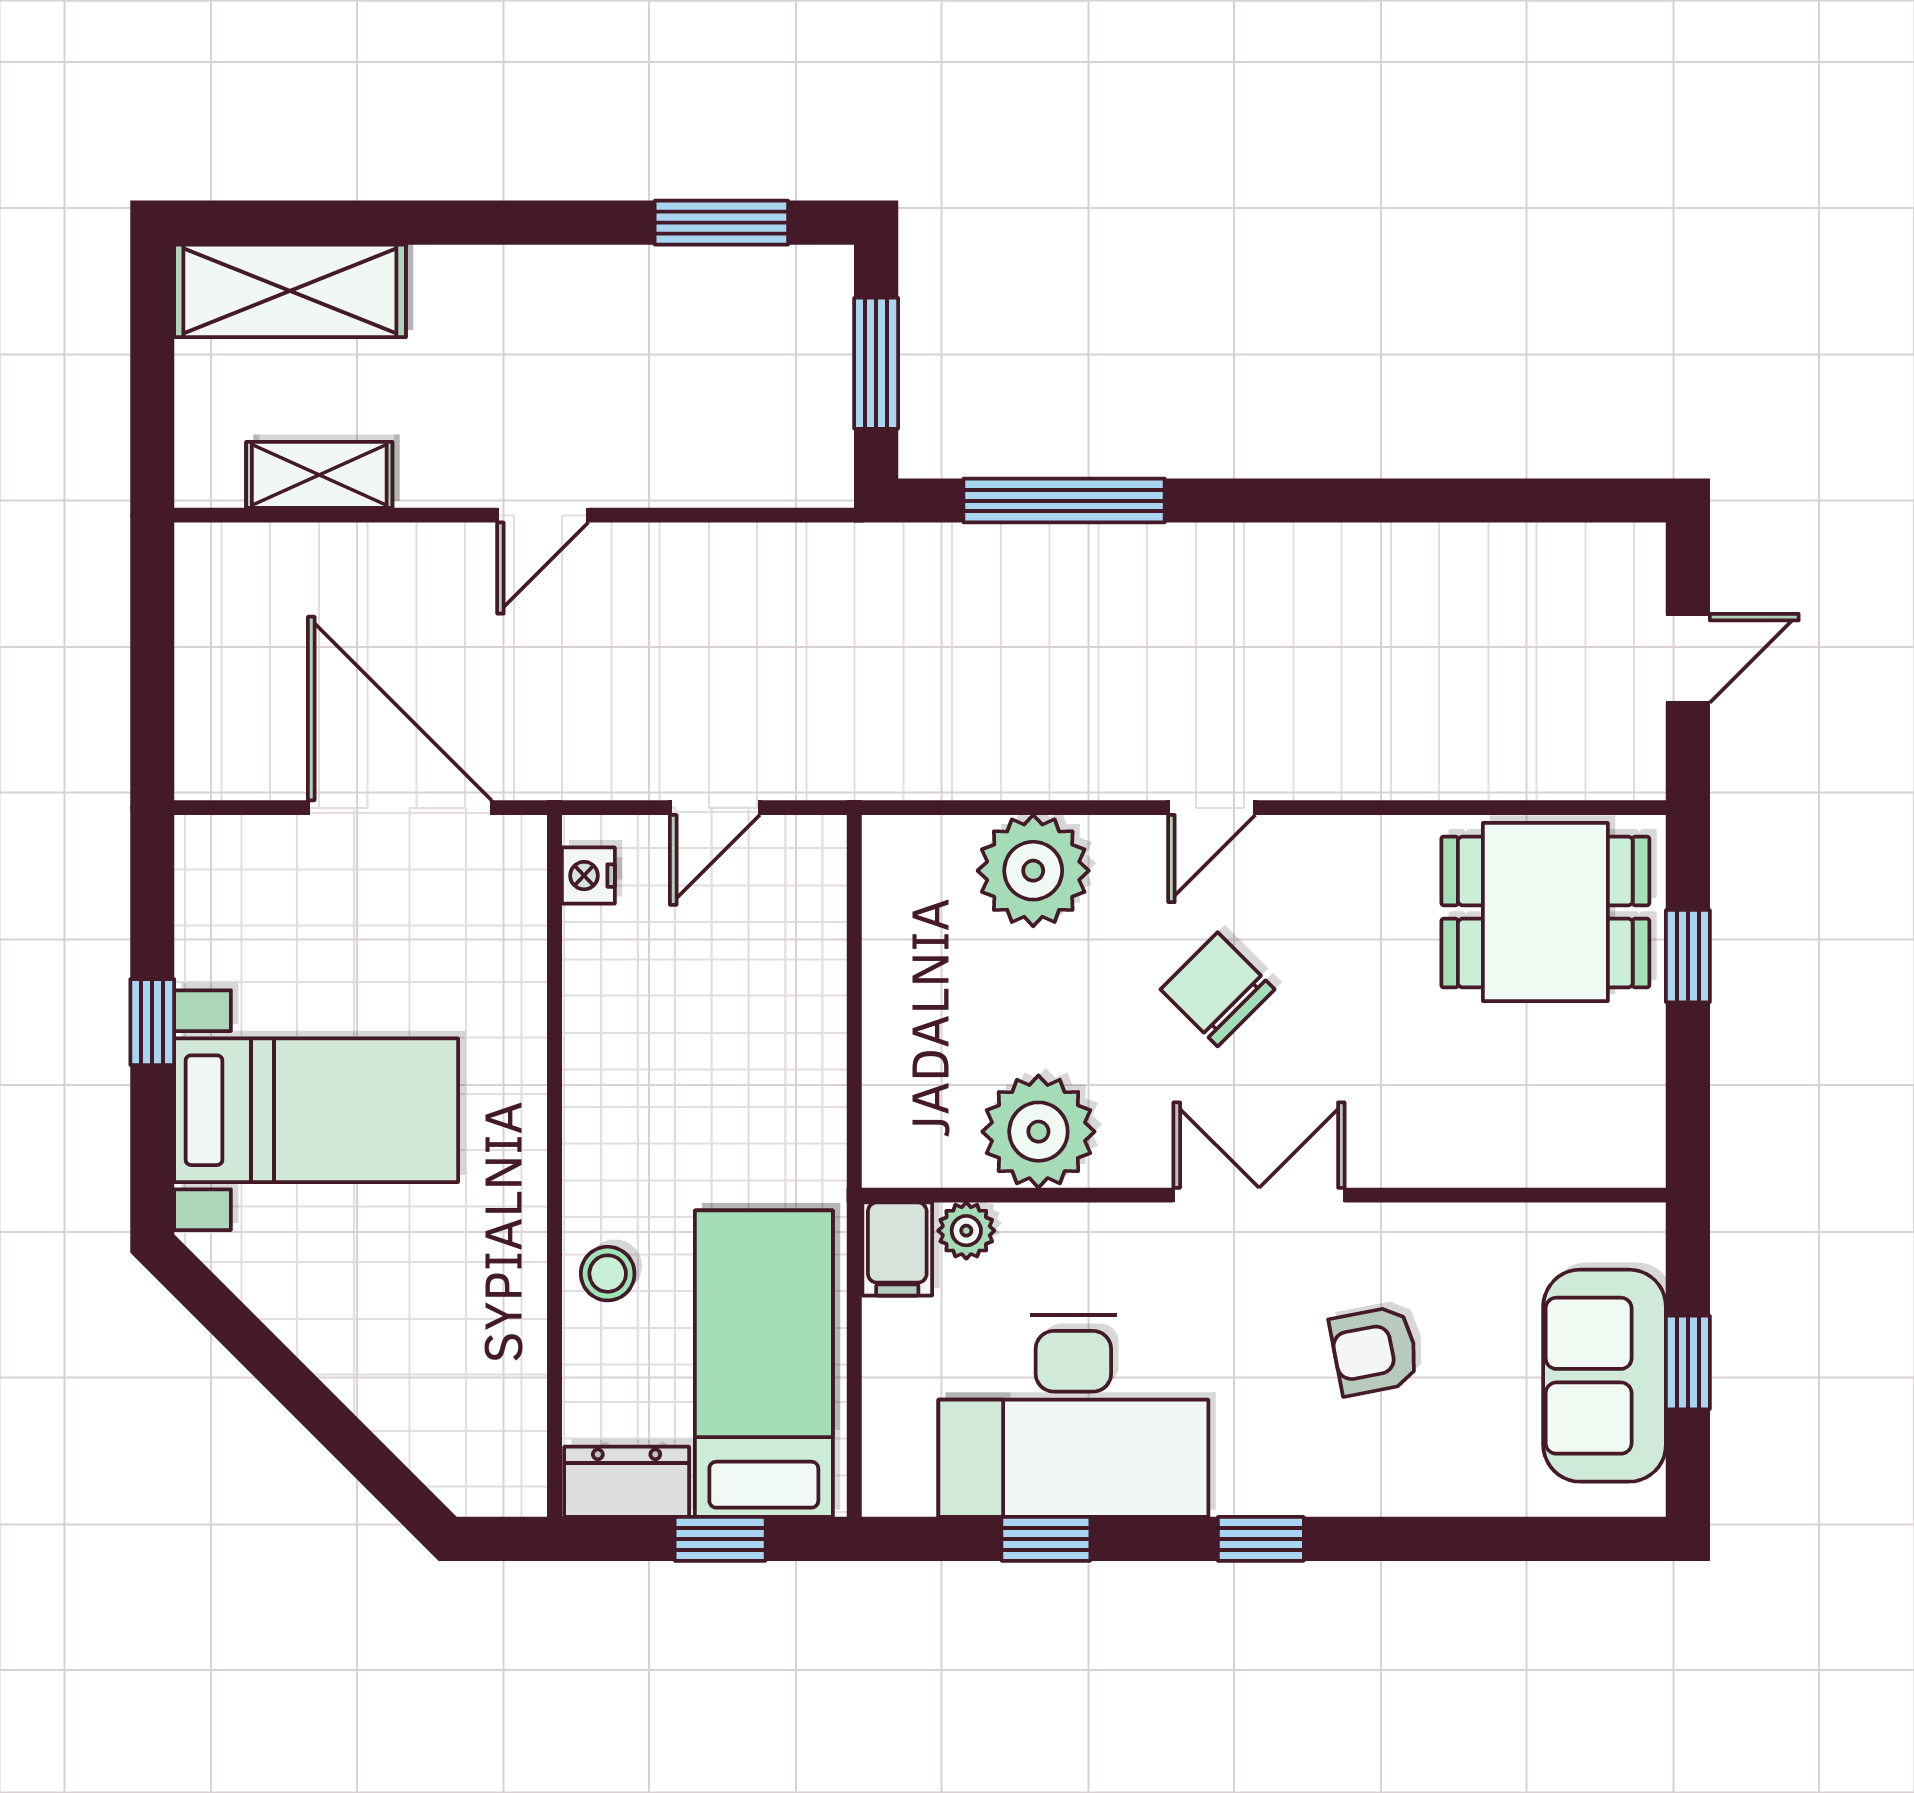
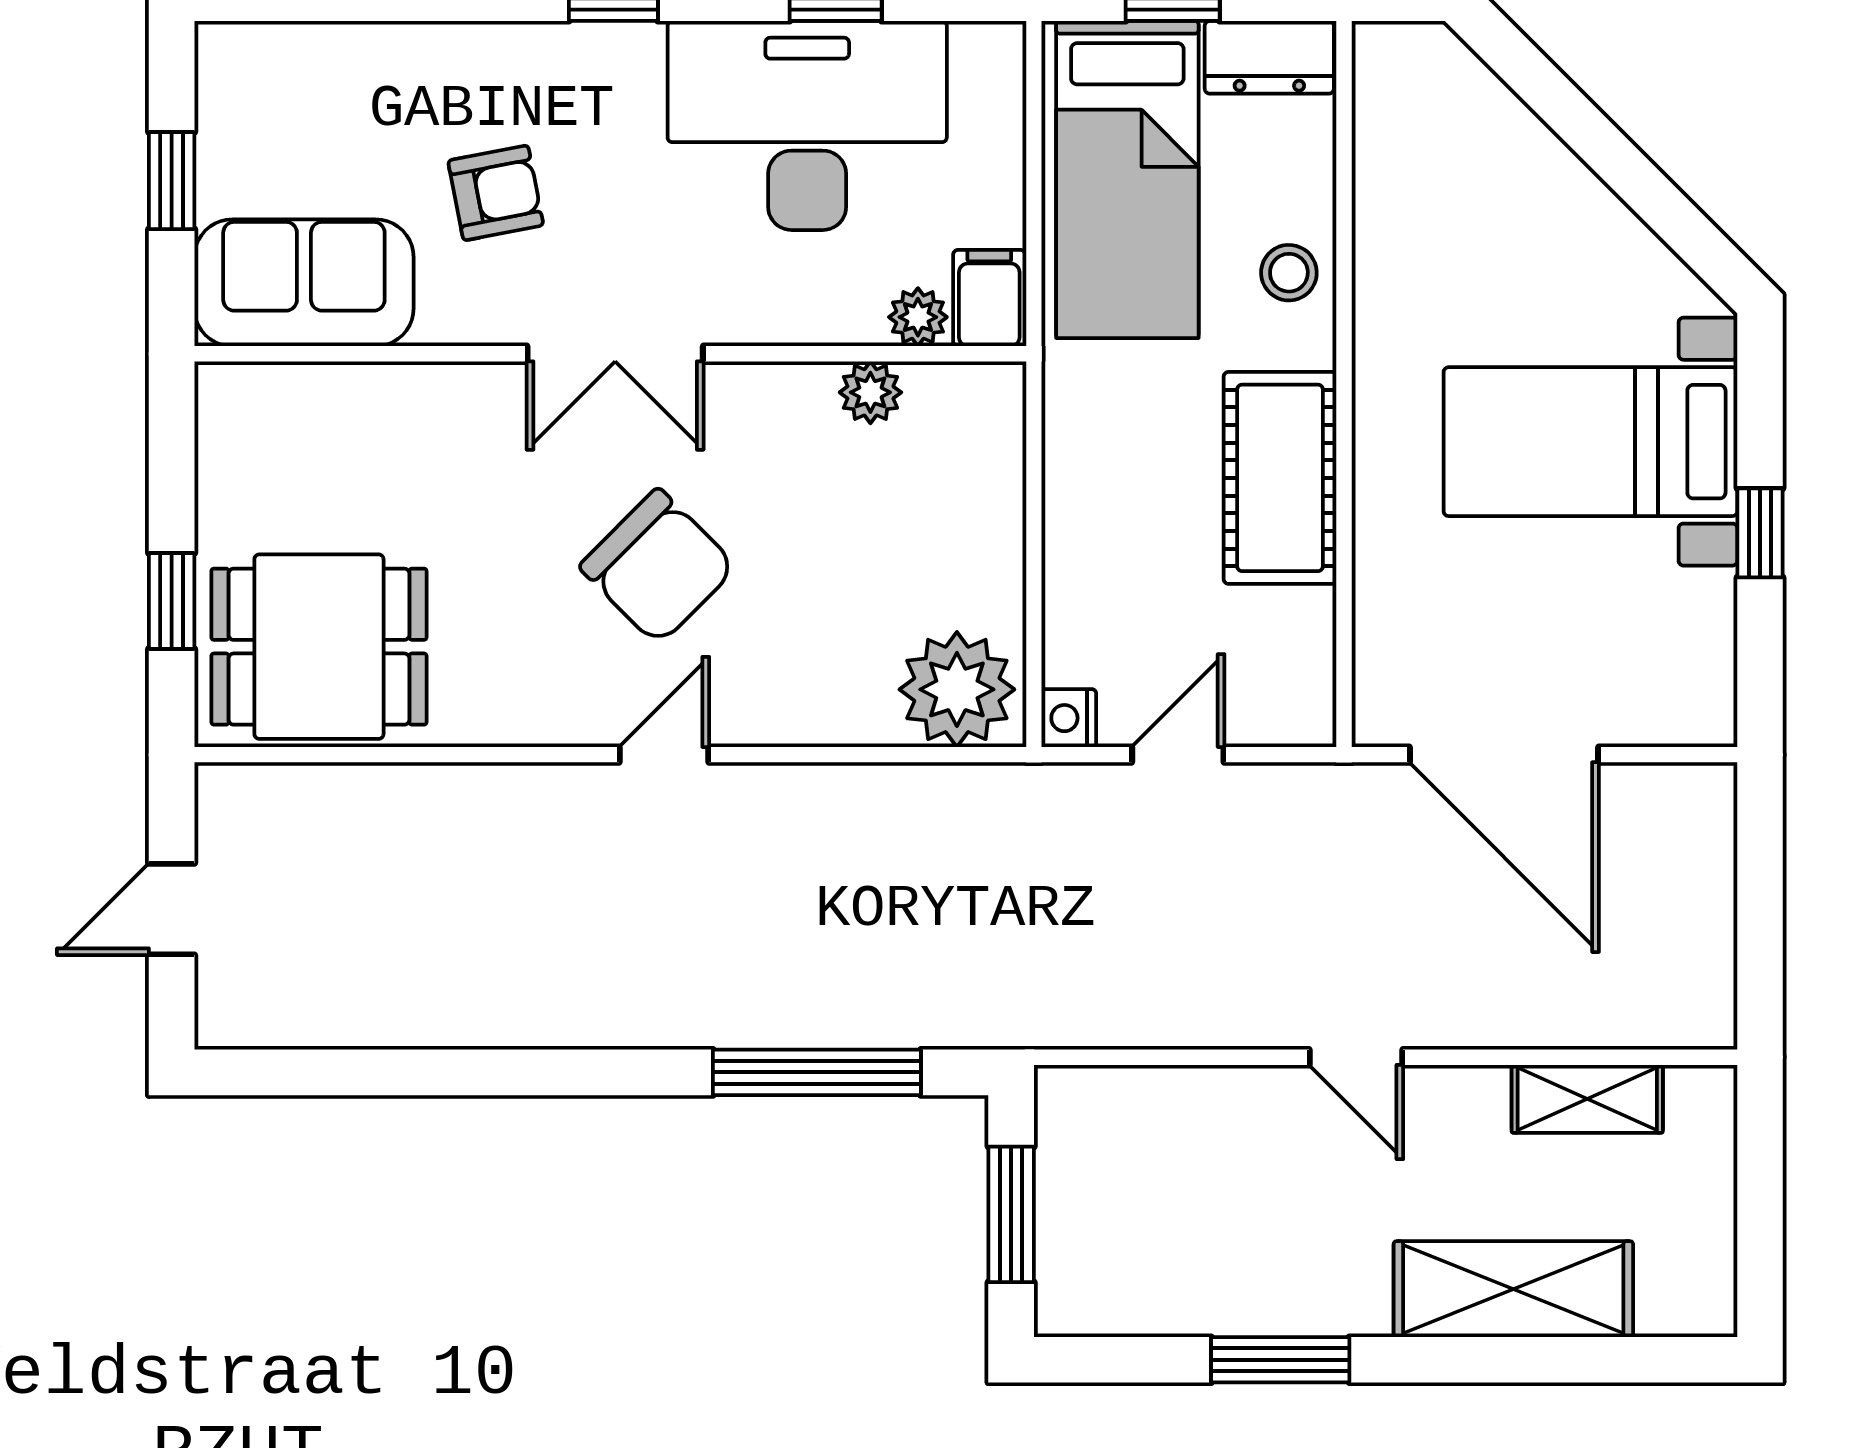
window: (721, 223) -> (1280, 1360), moved
shelving: (290, 291) -> (1513, 1289), moved
door: (543, 515) -> (1356, 1057), swing flipped
plant: (1033, 871) -> (957, 689), moved
nightstand: (588, 876) -> (1069, 718), moved, turned 180
chair: (1218, 989) -> (658, 567), width x1.37, depth x1.37
cot: (616, 1075) -> (1280, 478), added
plant: (1038, 1132) -> (870, 392), width x0.53, depth x0.53
sofa: (1605, 1376) -> (304, 283), moved, turned -90

